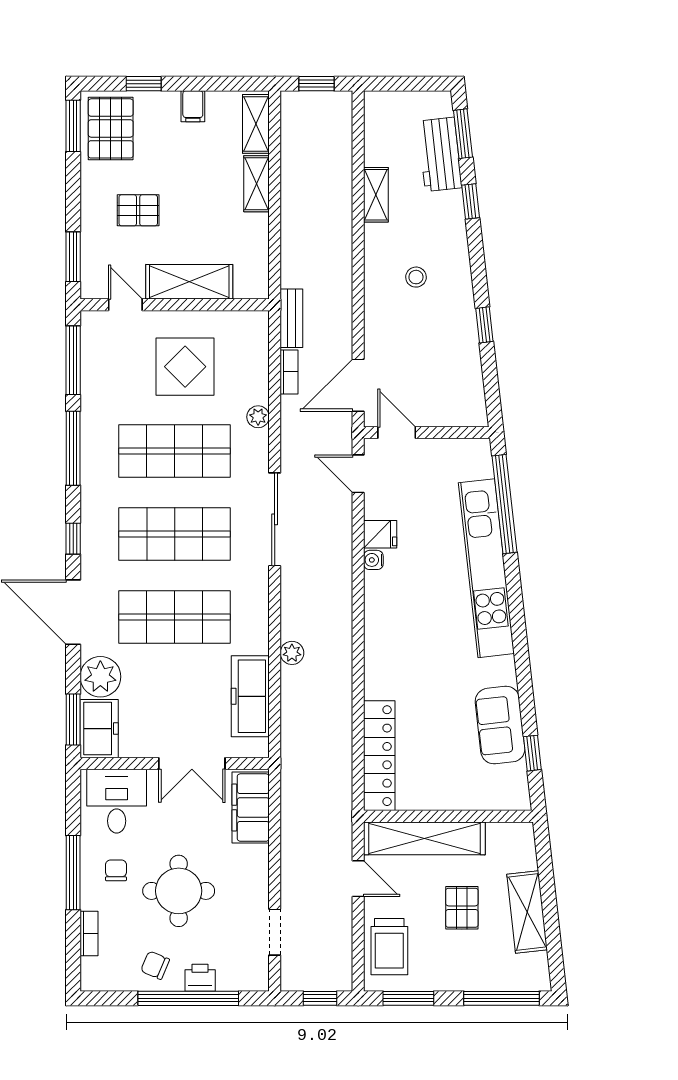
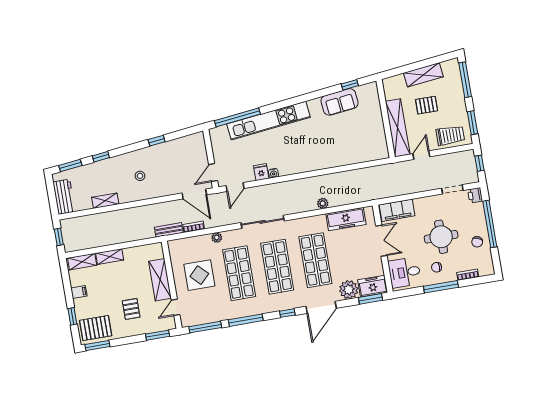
workbench: (440, 154) -> (64, 197), moved, turned -84
locker: (379, 756) -> (363, 155), removed
printer: (200, 978) -> (475, 195), moved

